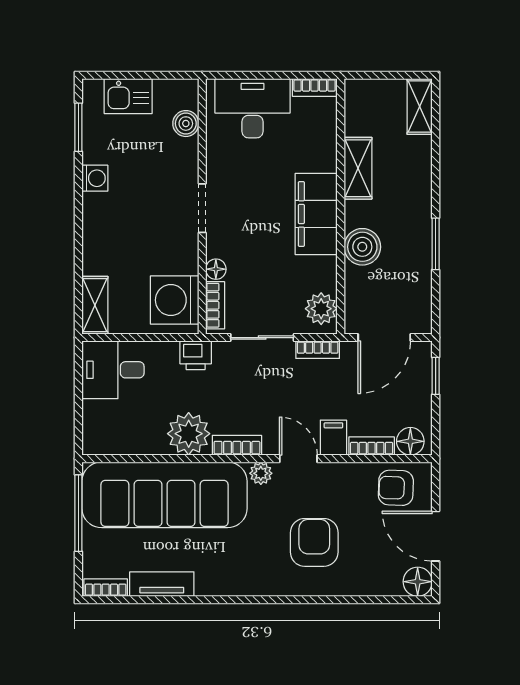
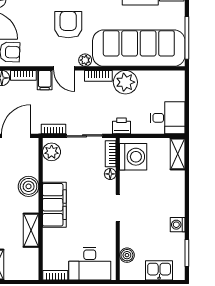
armchair: (314, 542) -> (68, 25), moved, turned 180

